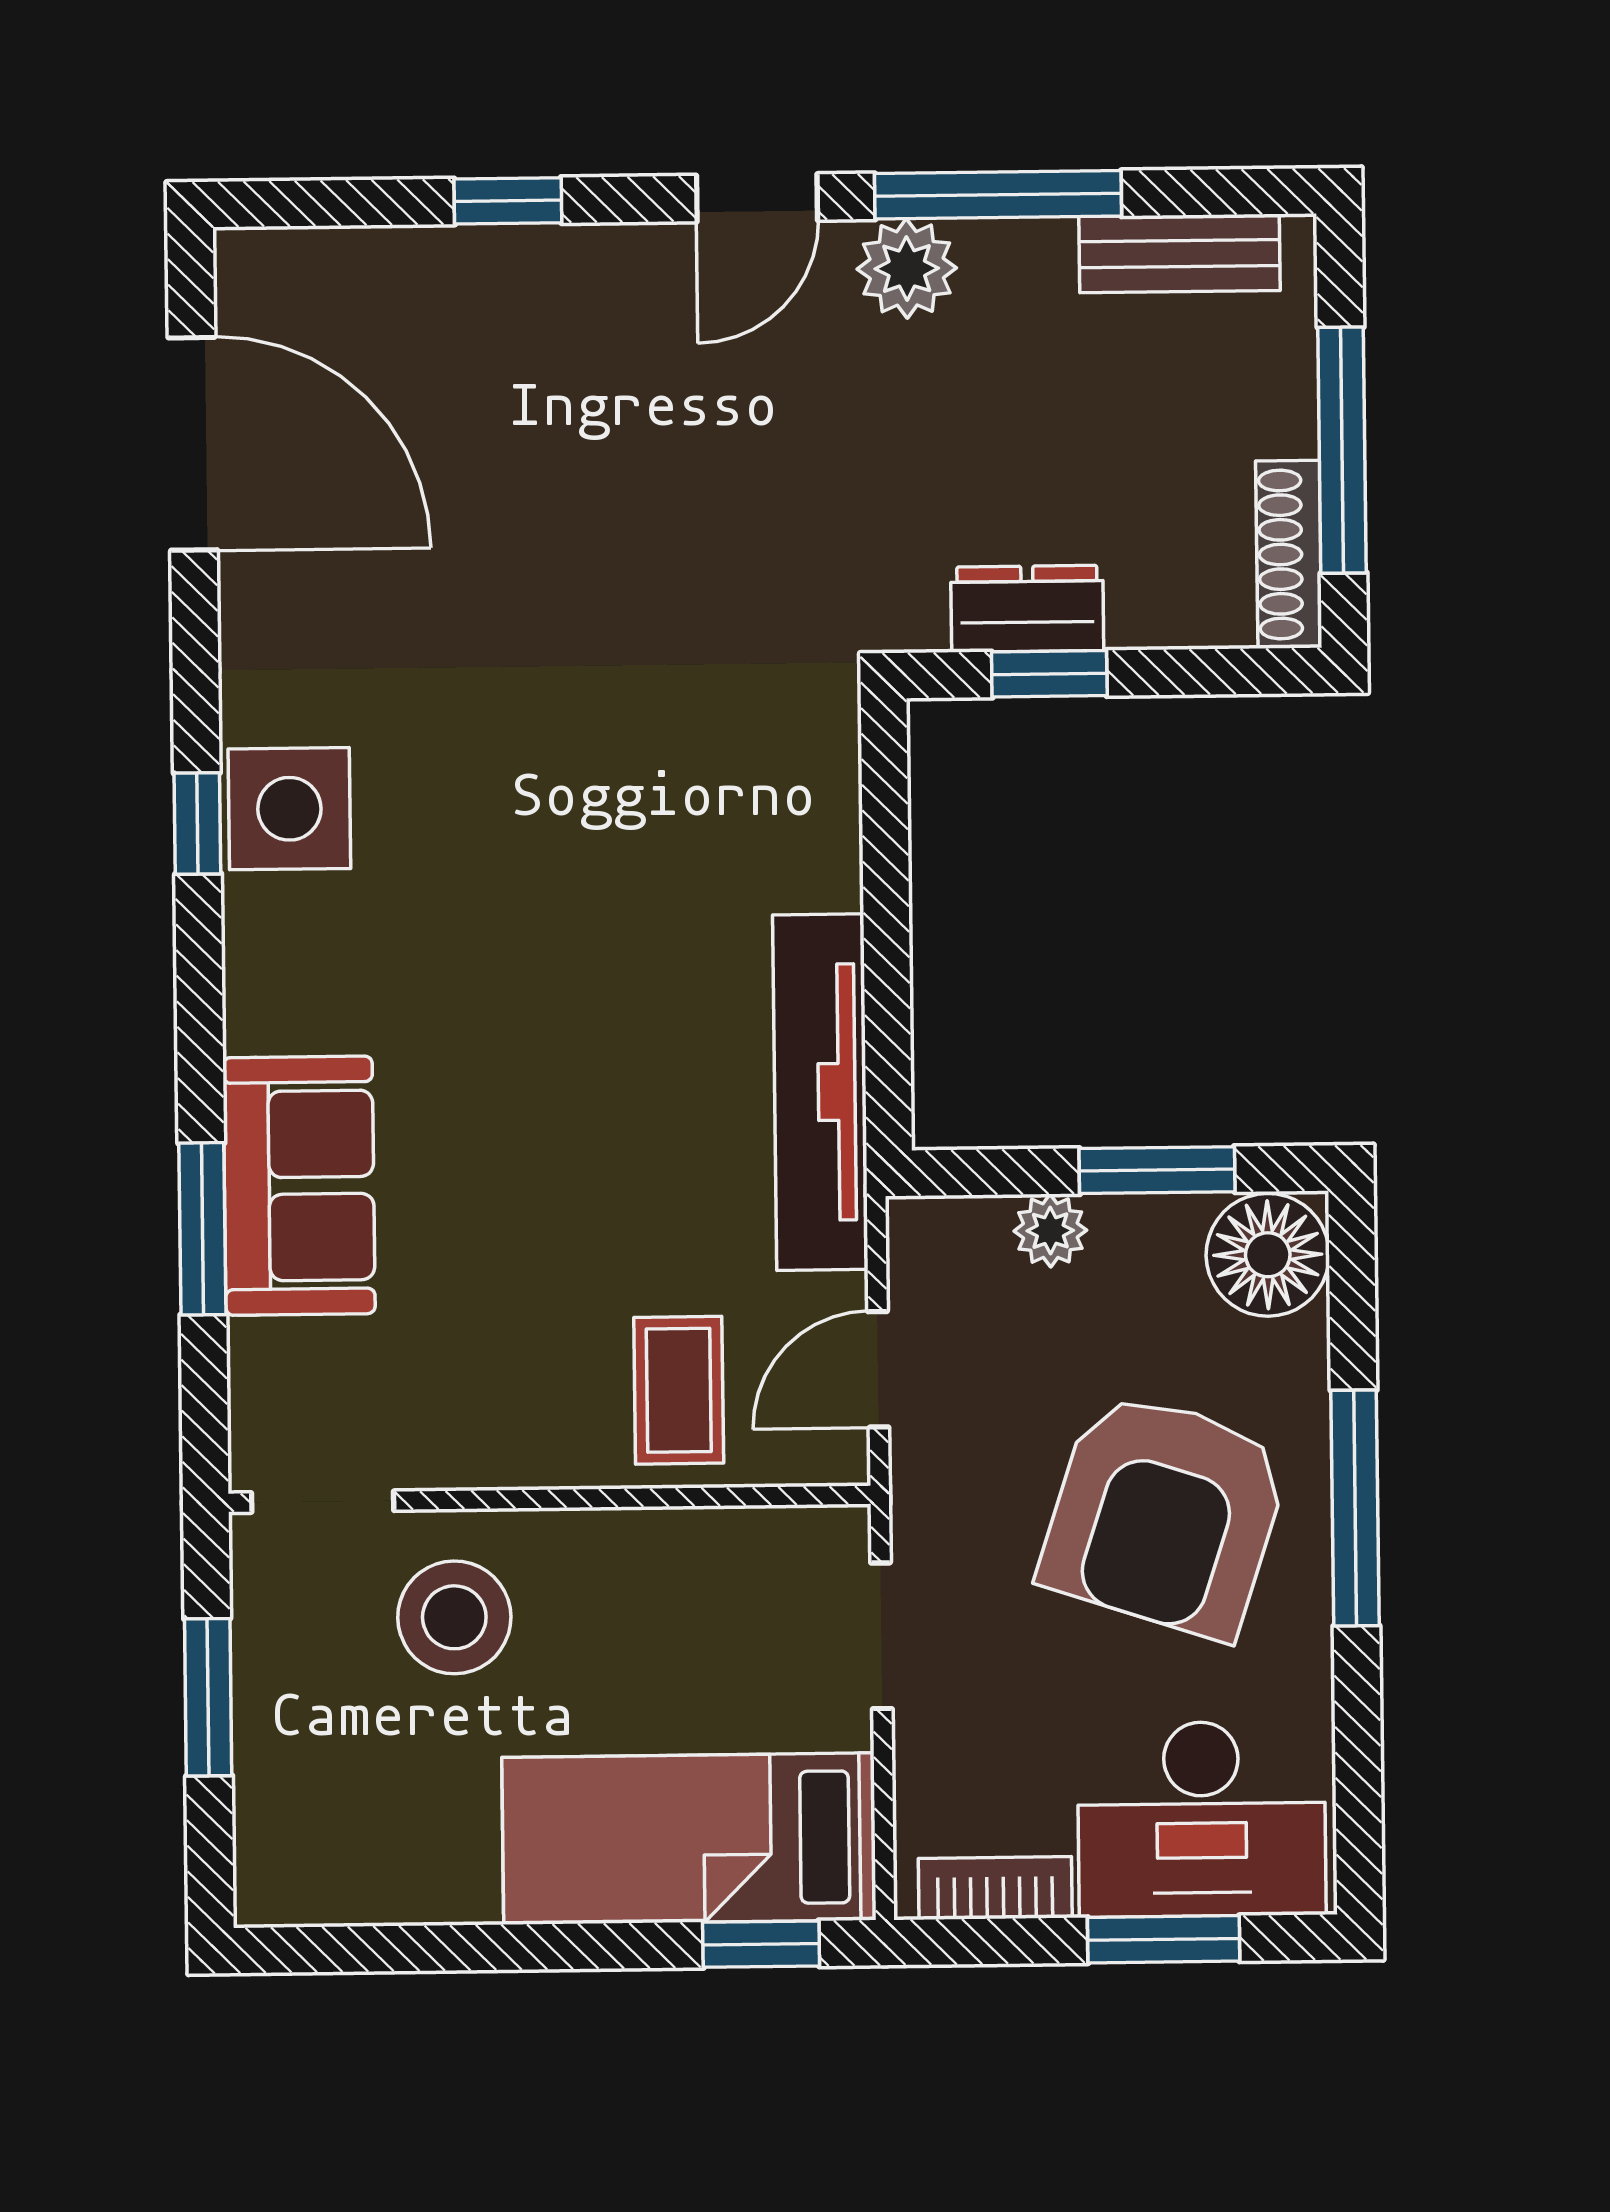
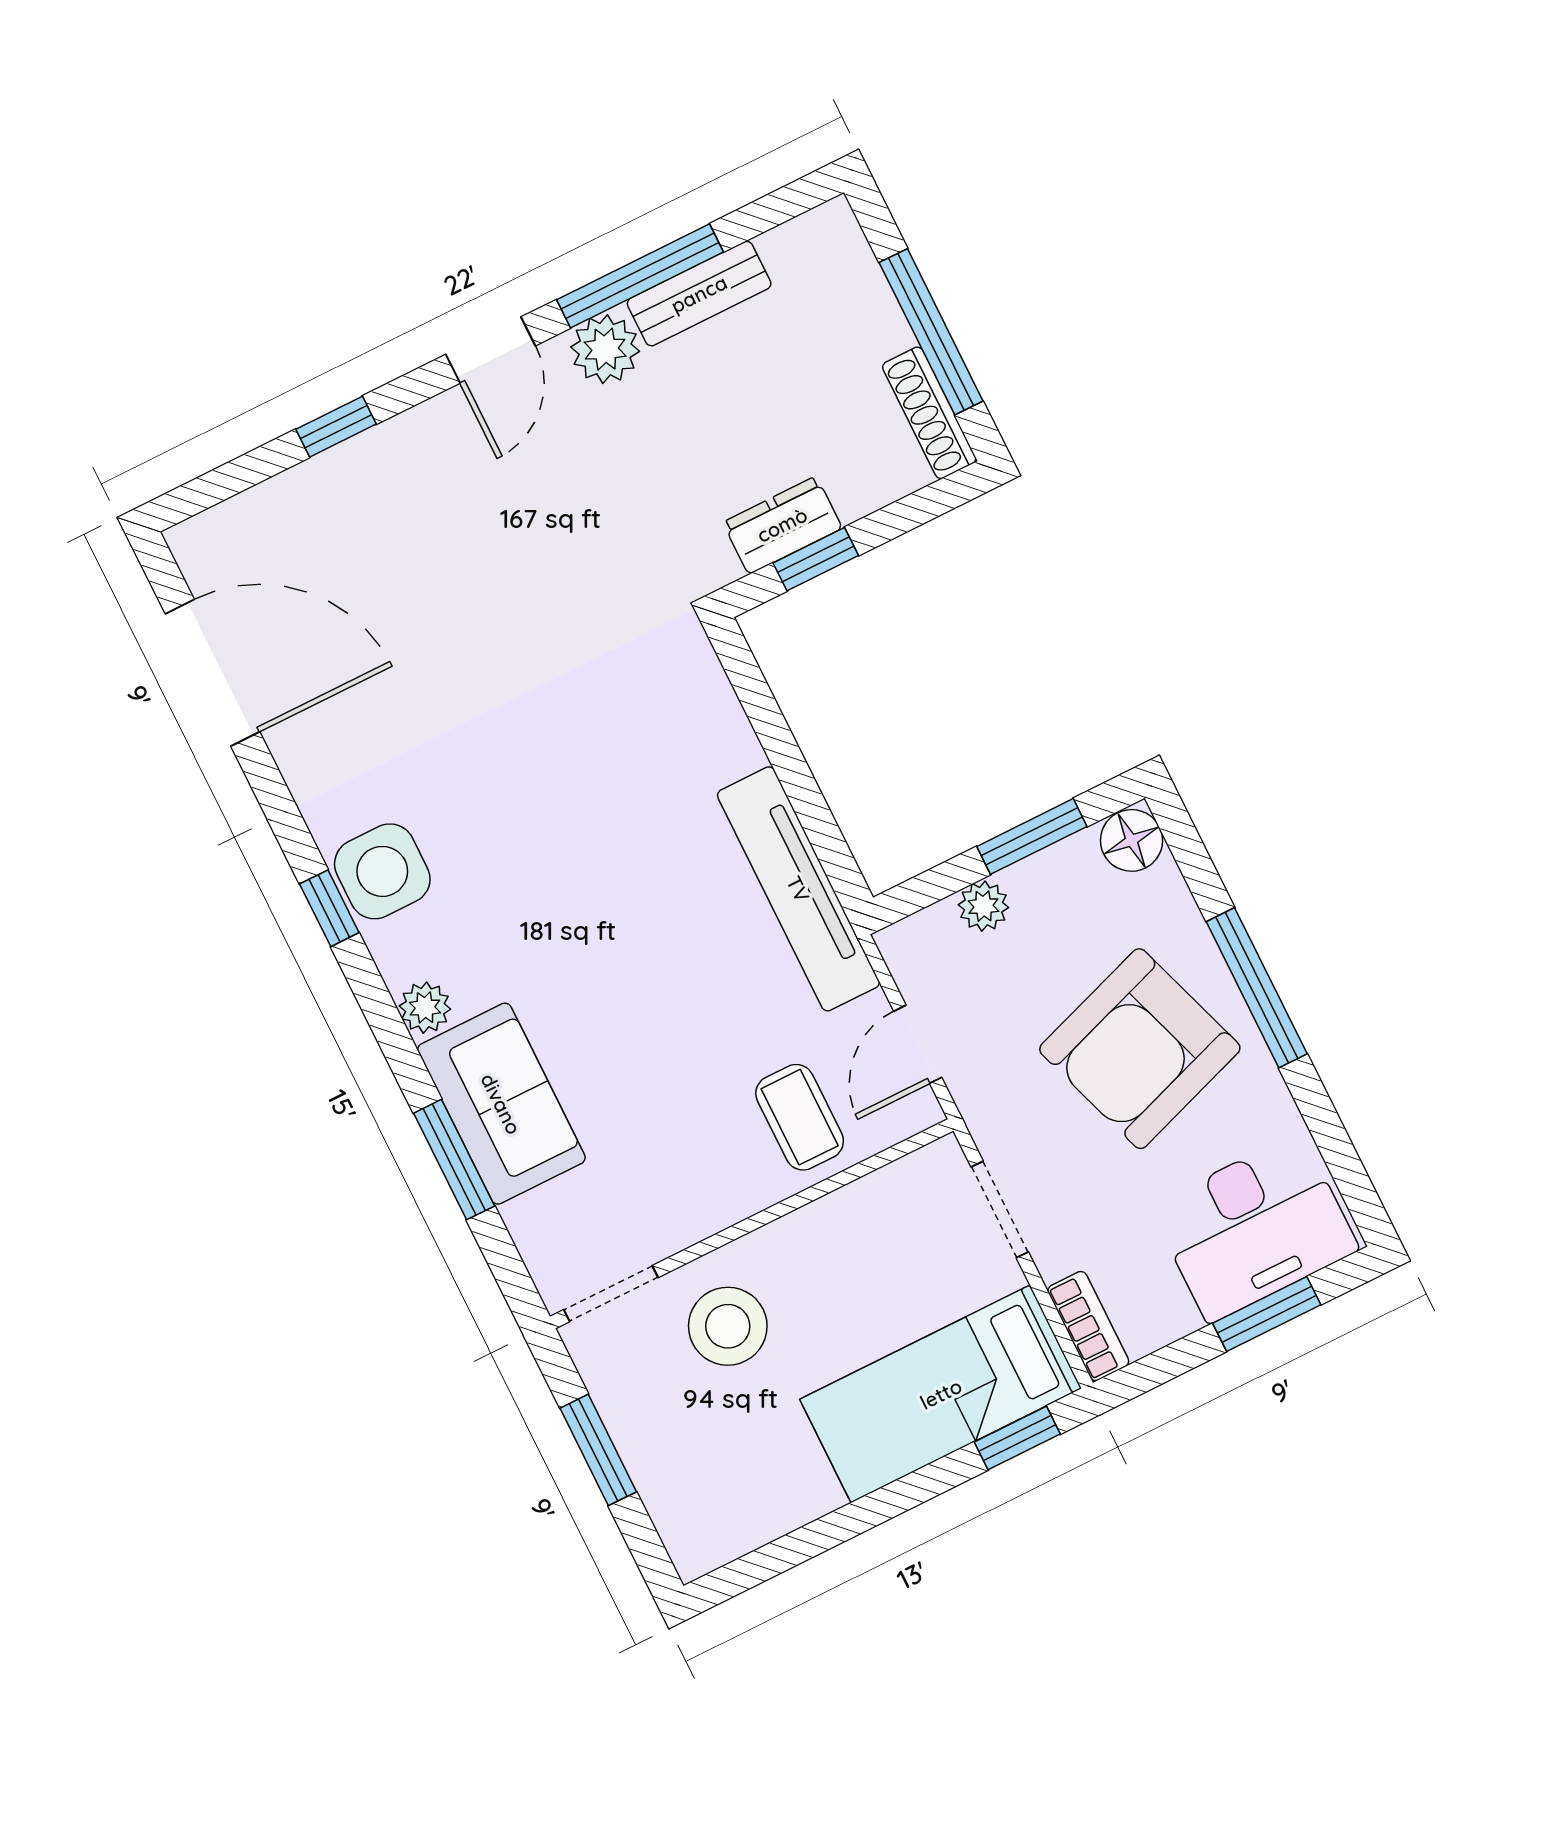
bench: (1180, 254) -> (699, 294), moved
plant: (260, 1013) -> (425, 1008), added
floor lamp: (1268, 1255) -> (1132, 840), width x0.73, depth x0.73
armchair: (1165, 1514) -> (1140, 1049), turned 53
bookcase: (995, 1888) -> (1088, 1326), moved, turned 90

